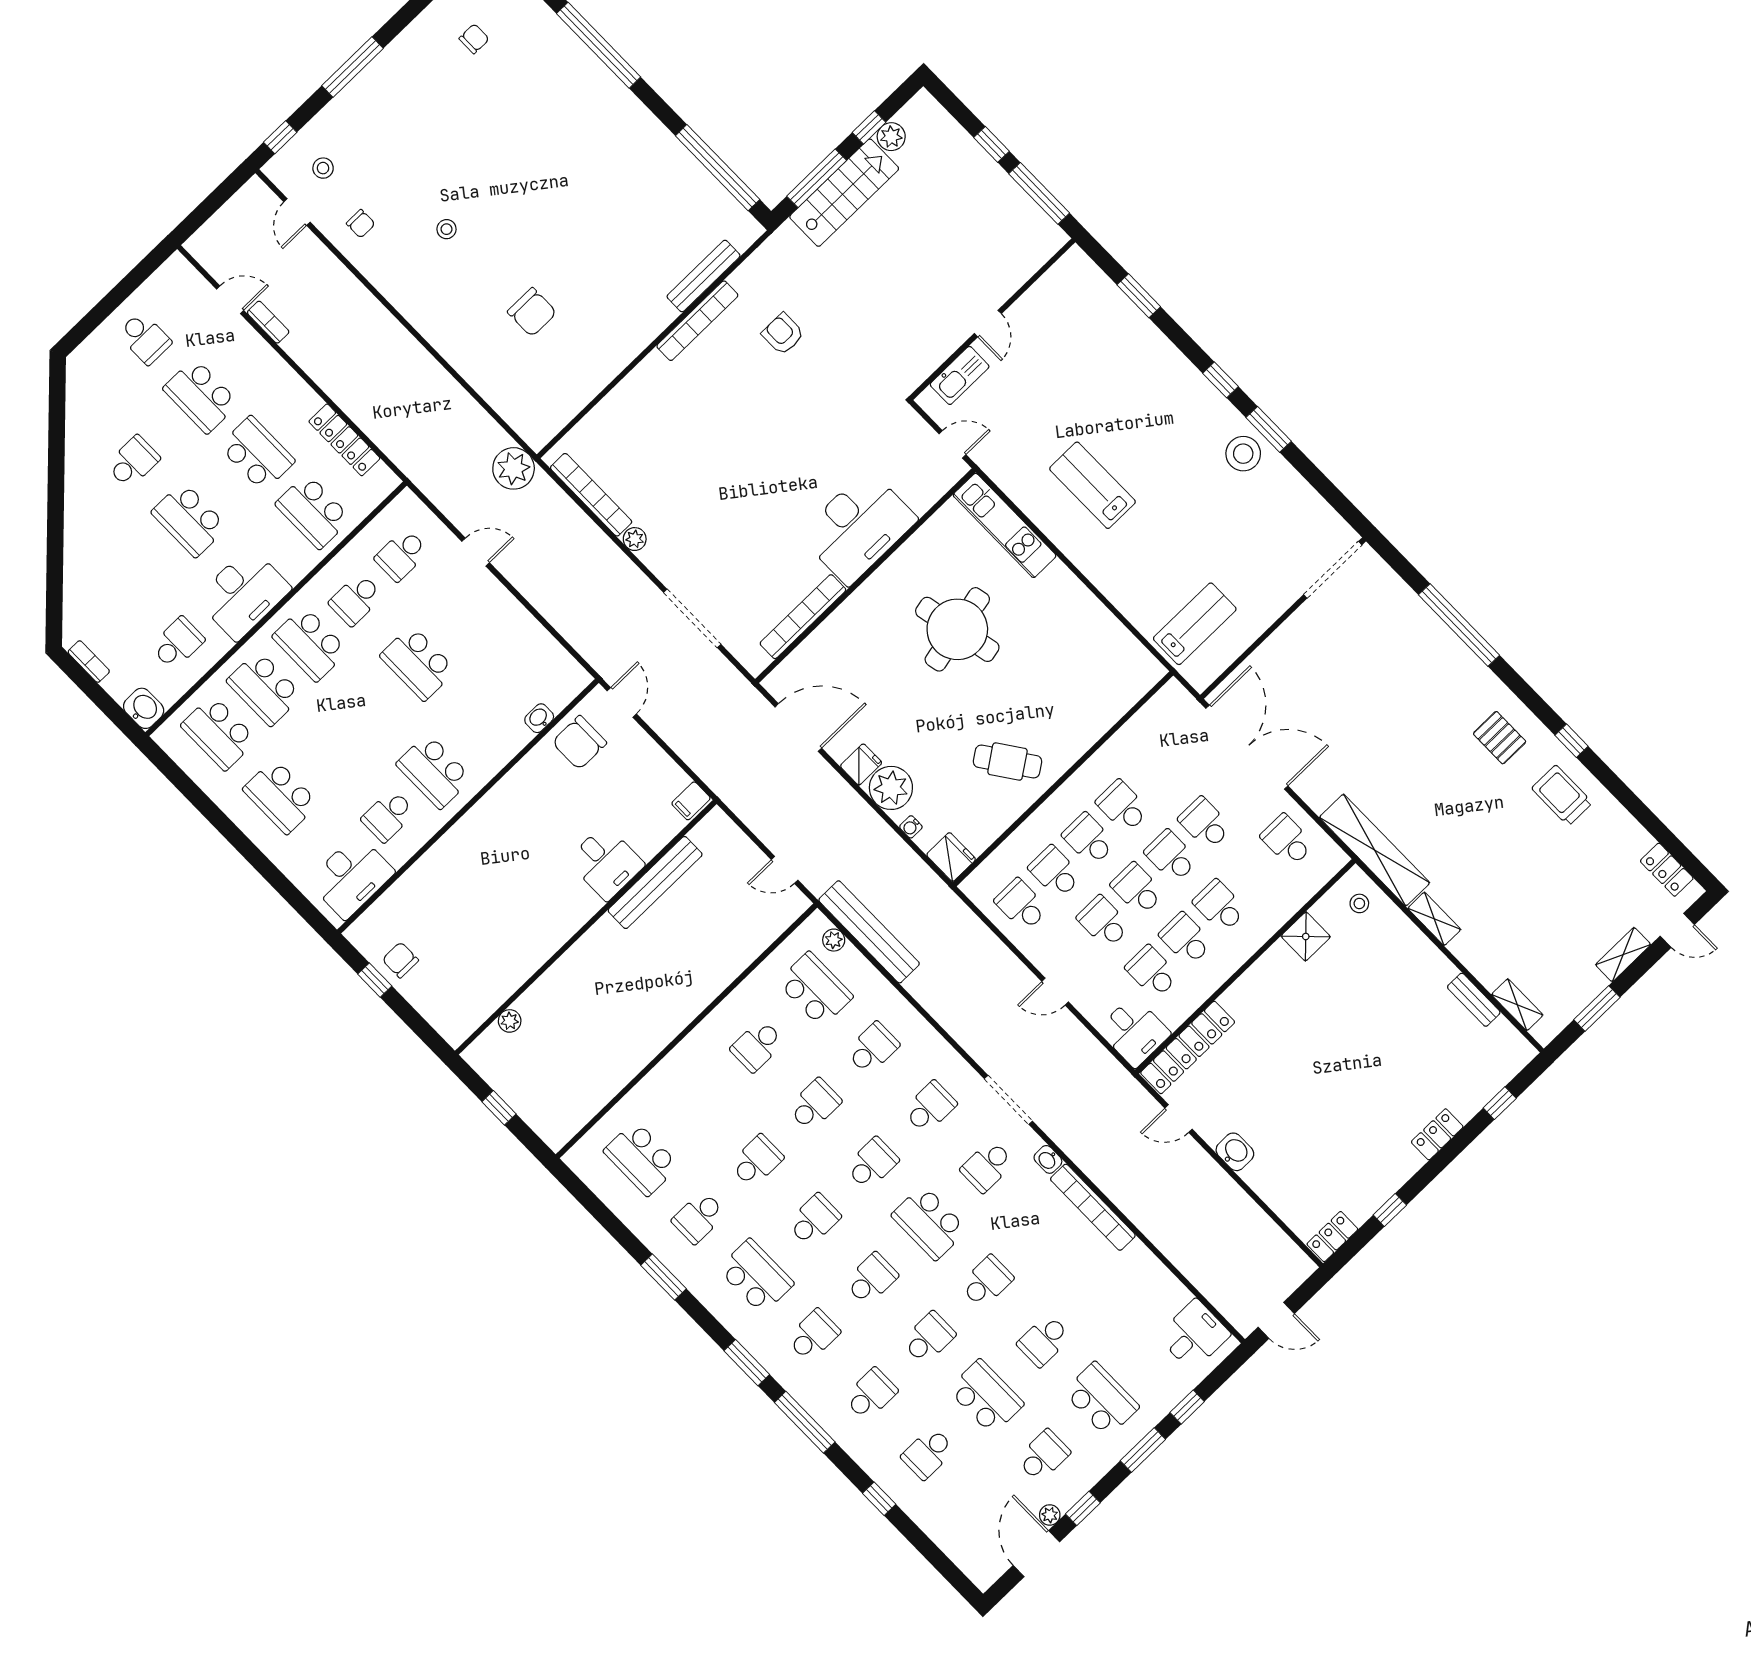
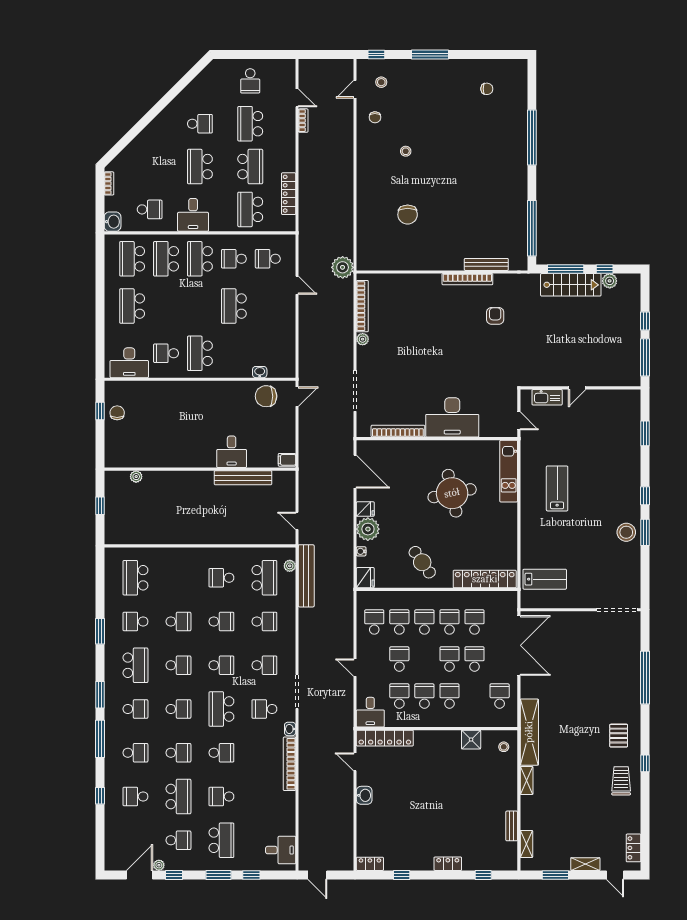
desk: (243, 594) -> (193, 215), width x0.73
locker: (1114, 702) -> (485, 579), added
school desk: (1137, 889) -> (475, 622), moved

